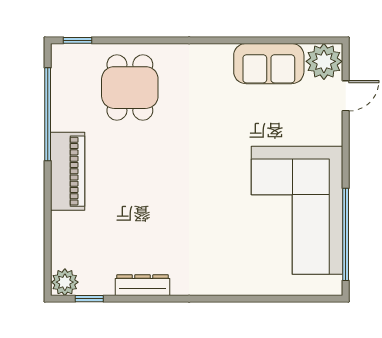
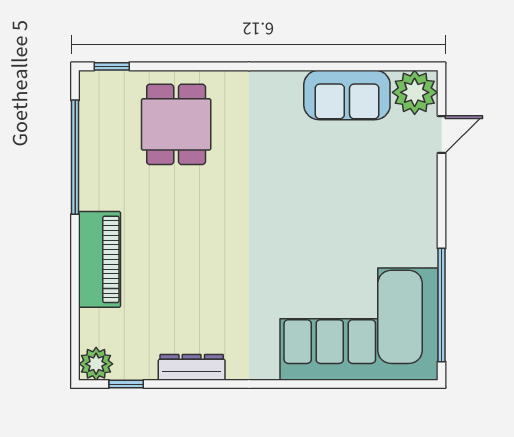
piano: (68, 171) -> (100, 259), moved
corner sofa: (297, 210) -> (359, 324), moved, turned 90

